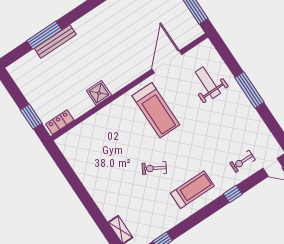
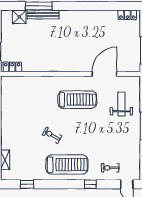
shower: (99, 93) -> (19, 17), moved
treadmill: (156, 110) -> (77, 100), turned -90
treadmill: (192, 190) -> (67, 165), width x1.37, depth x1.38

